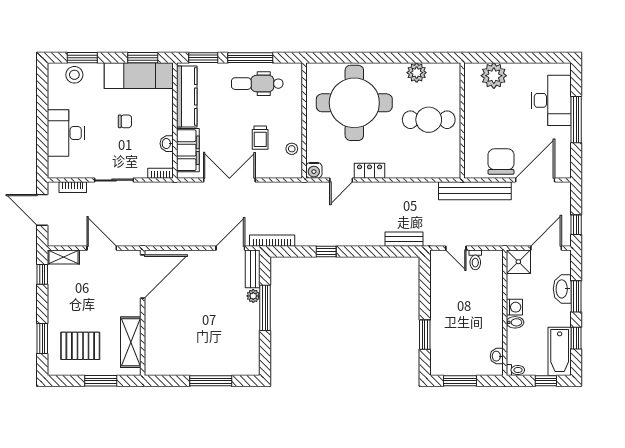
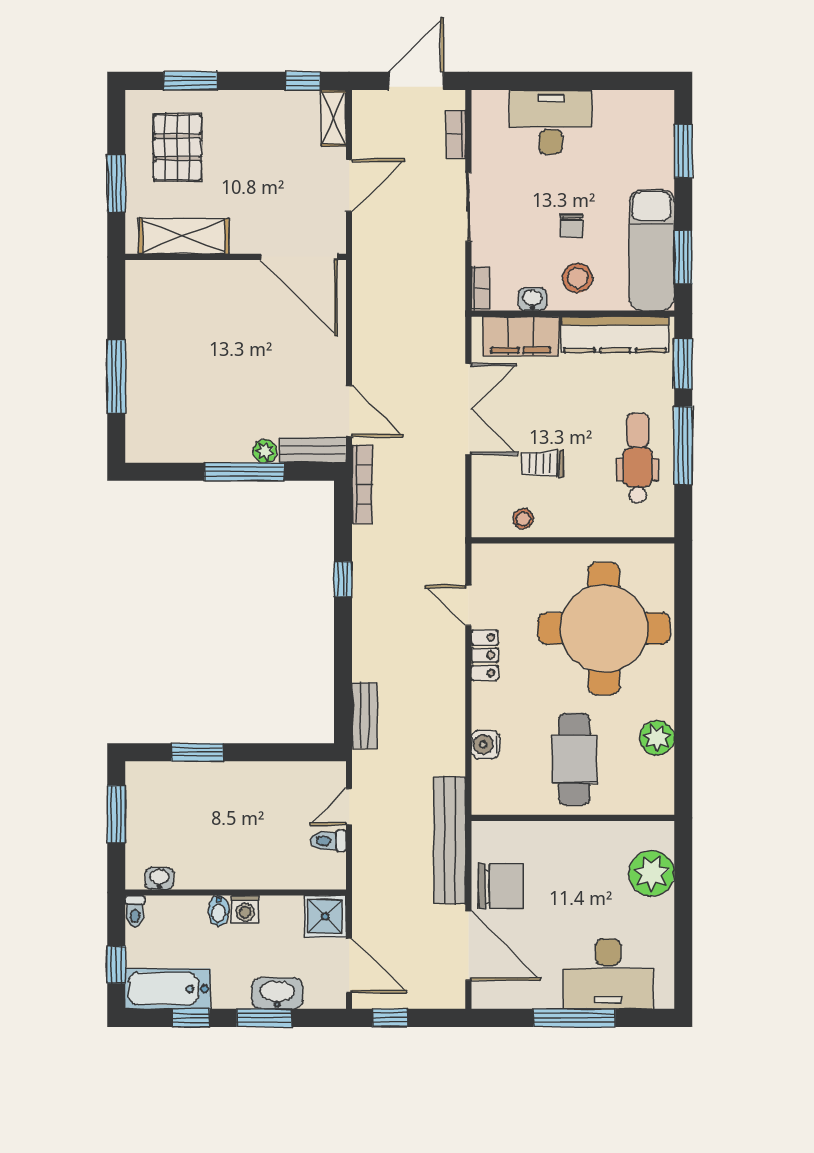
stool: (74, 75) -> (577, 278), moved
water cooler: (314, 170) -> (485, 744), moved

